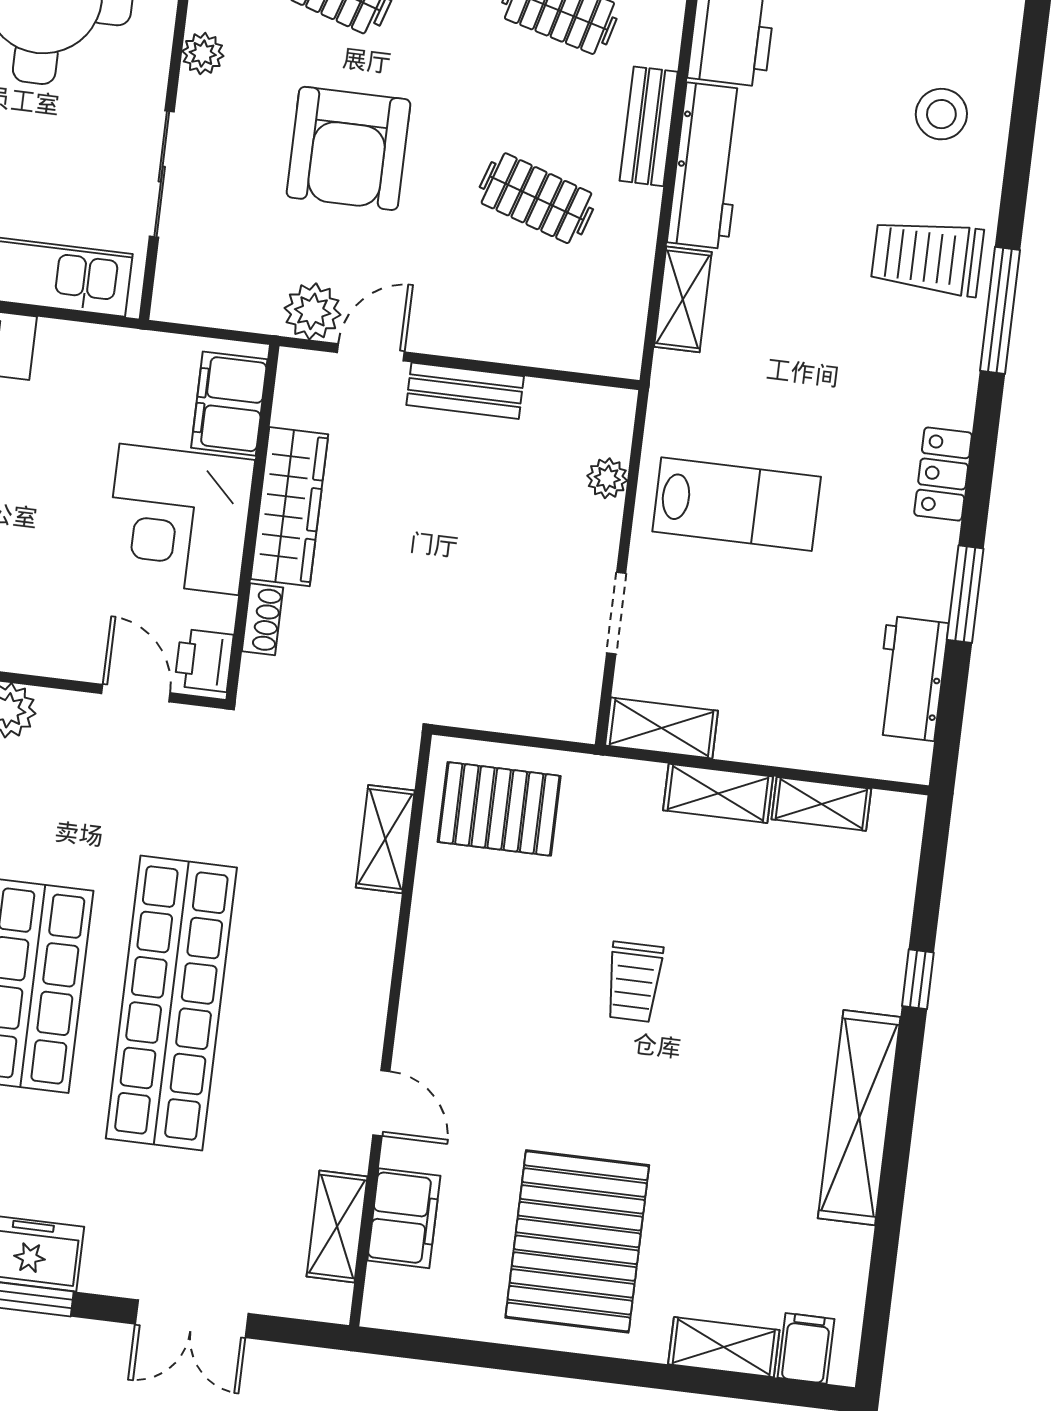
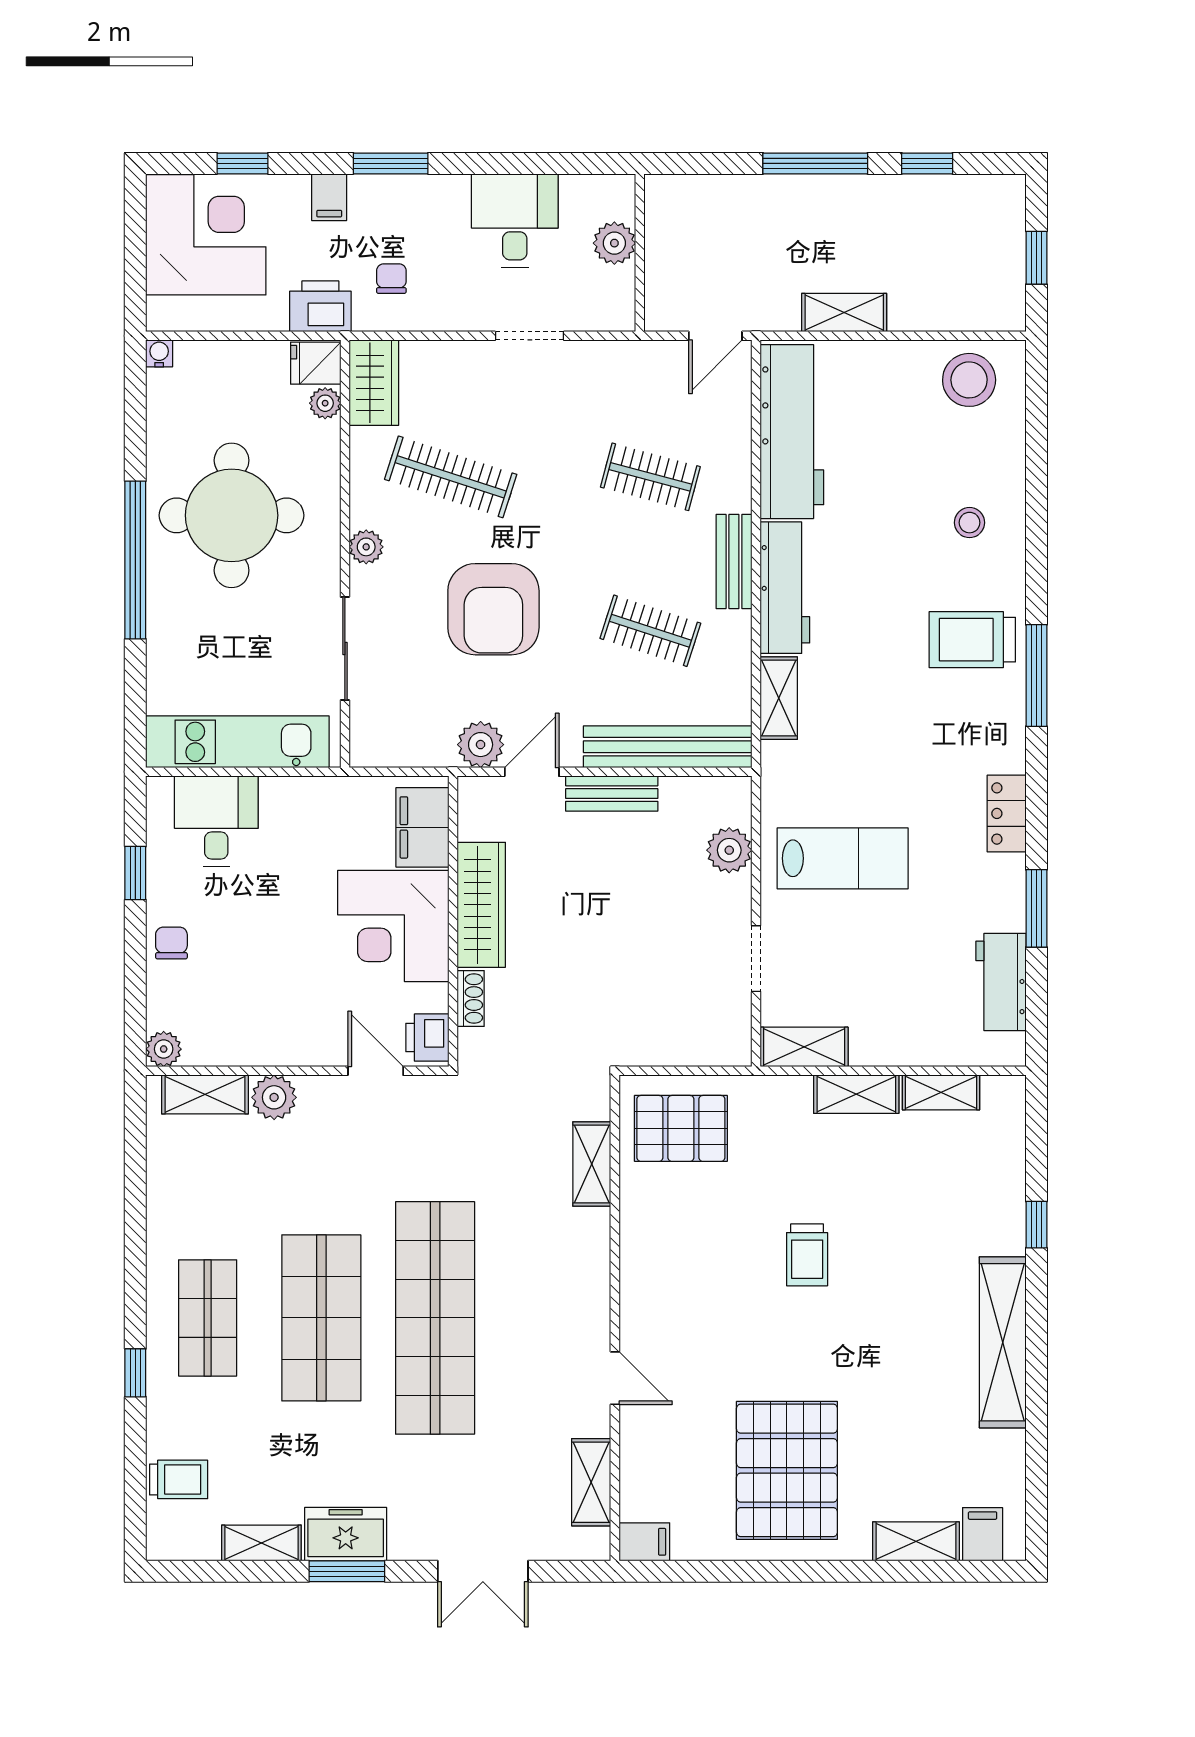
stool: (941, 114) -> (970, 523), width x0.73, depth x0.73
bench: (540, 342) -> (668, 747), added
plant: (607, 478) -> (729, 850), width x1.38, depth x1.38
filing cabinet: (404, 1218) -> (644, 1542), moved, width x0.50

